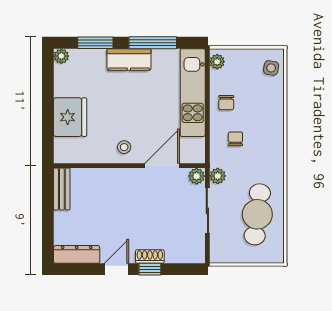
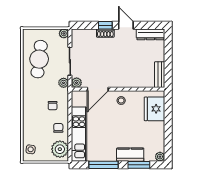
kitchen counter: (129, 59) -> (130, 155), moved
plant: (217, 62) -> (60, 149), width x1.88, depth x1.88
fridge: (70, 117) -> (154, 109), moved
plant: (217, 256) -> (64, 33), added
door: (116, 269) -> (126, 25), swing flipped

